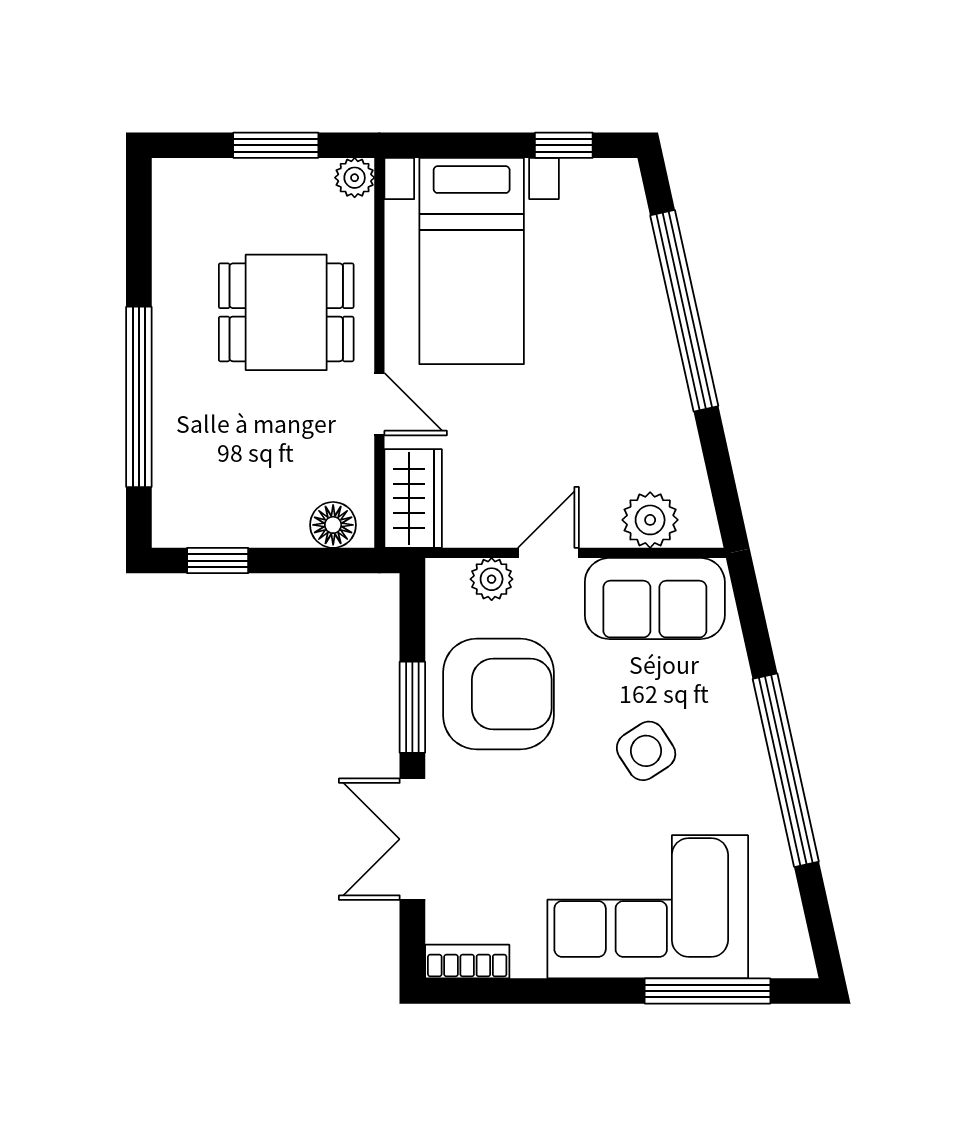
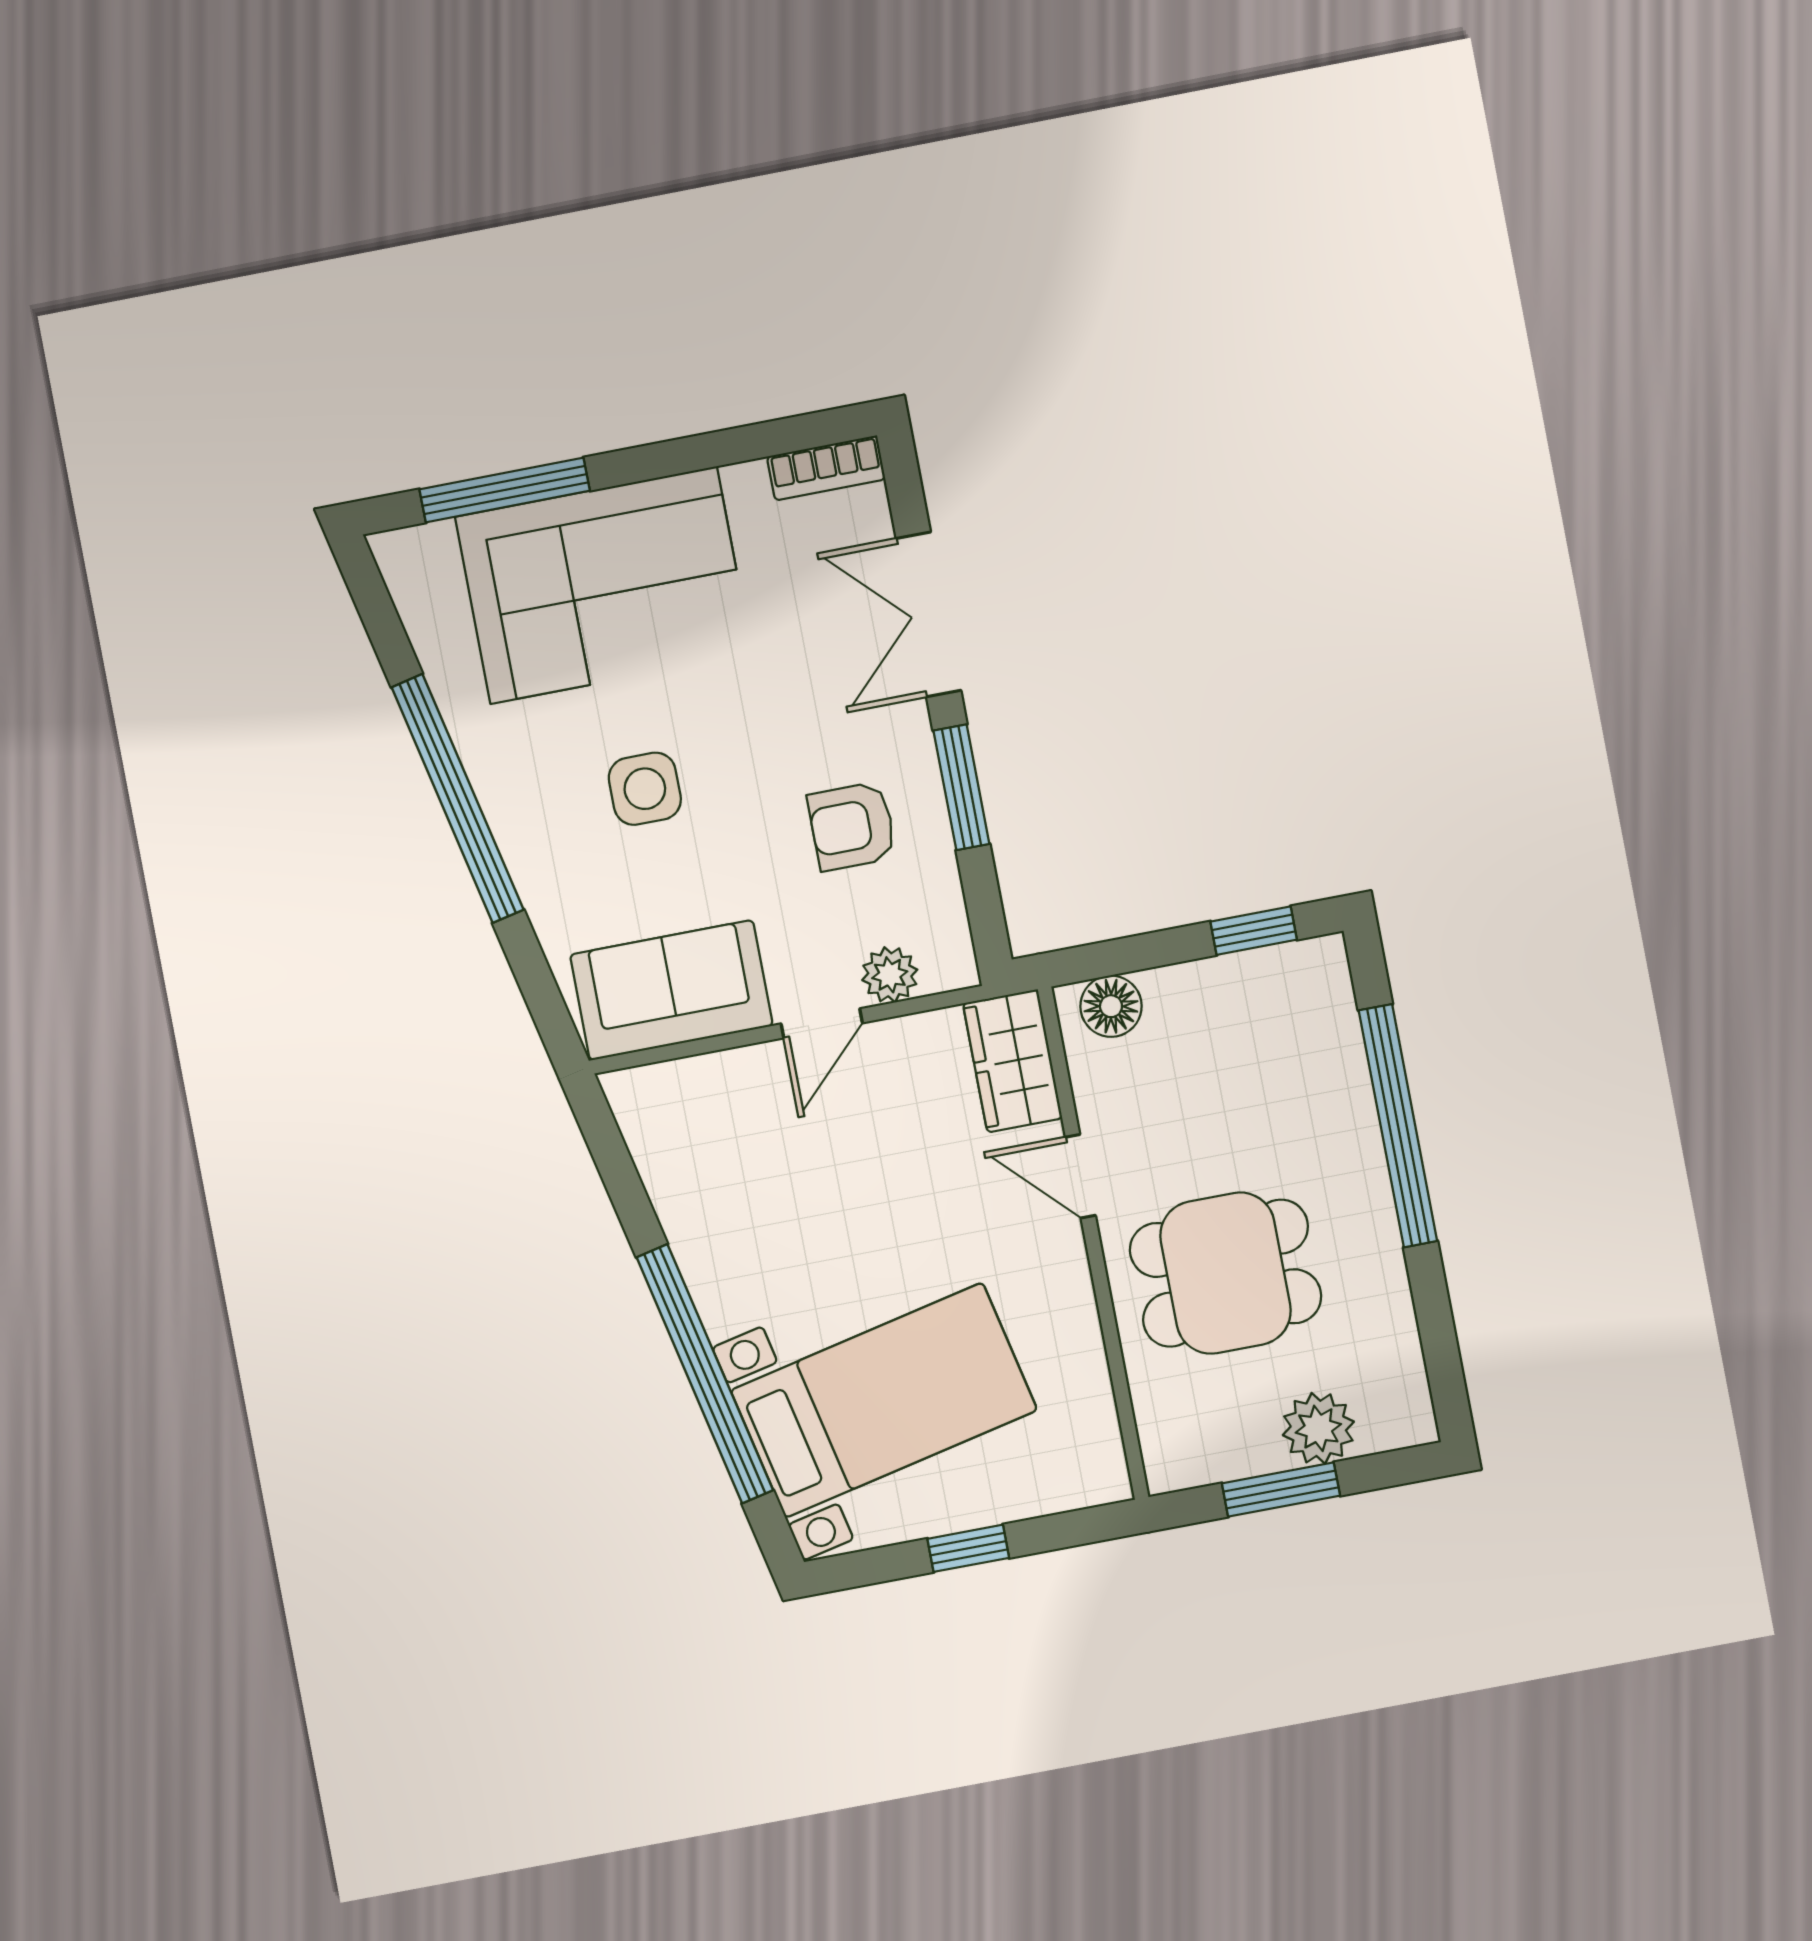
window: (564, 145) -> (968, 1548), moved
plant: (355, 178) -> (1318, 1428), moved, width x1.38, depth x1.38
bed with nightstands: (472, 261) -> (884, 1400), moved, turned 78
plant: (650, 520) -> (697, 1092), removed
armchair: (498, 694) -> (852, 826), width x0.53, depth x0.53
side table: (646, 751) -> (645, 789), turned 33
double door: (412, 839) -> (929, 614), swing flipped

